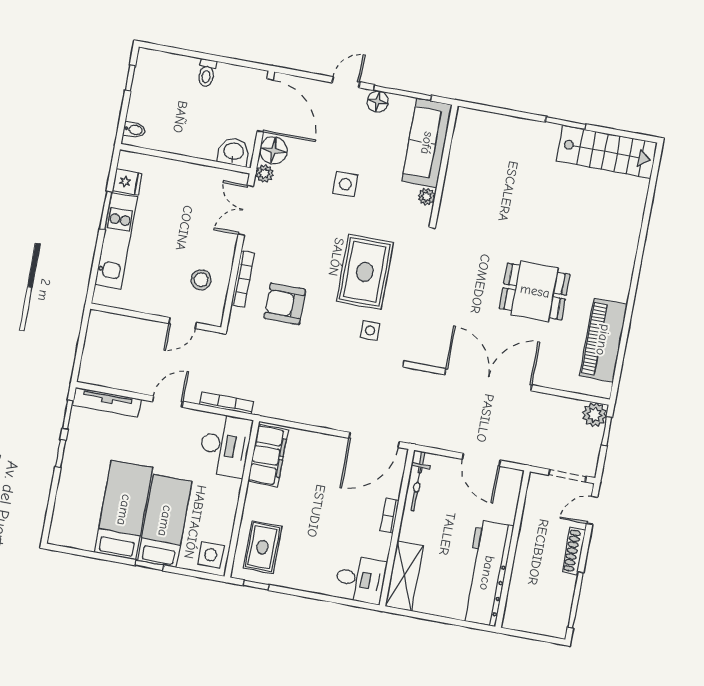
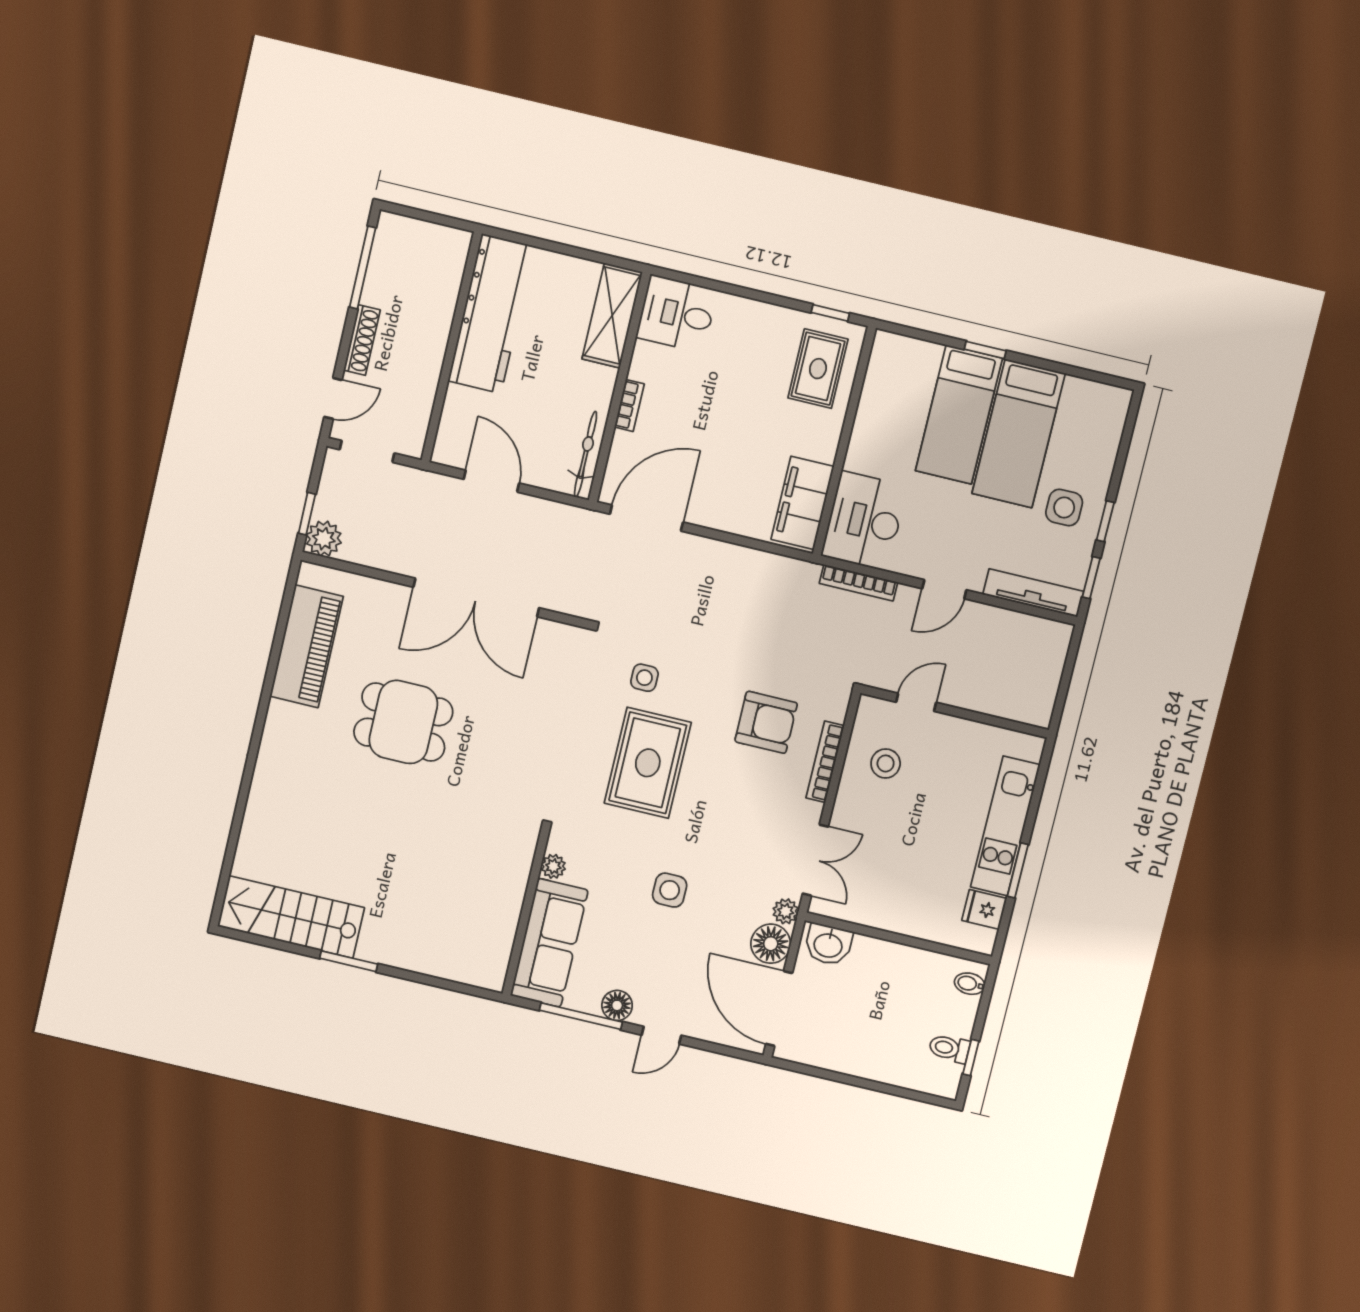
toilet: (207, 73) -> (949, 1048), moved, turned -90
side table: (211, 555) -> (1064, 508), moved

